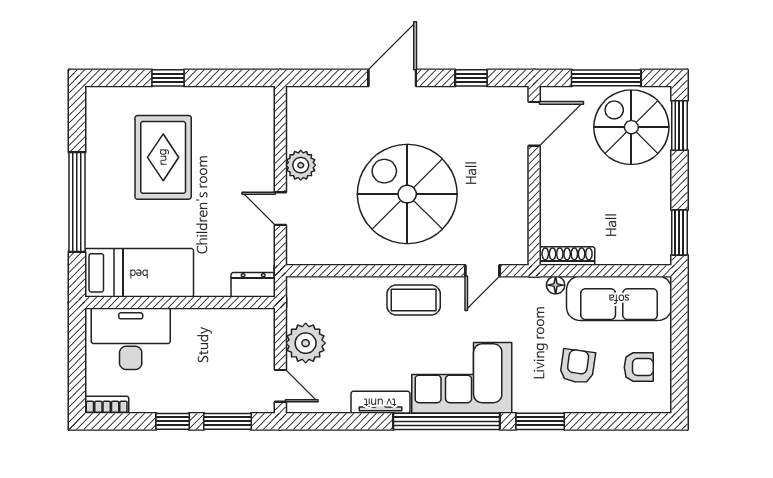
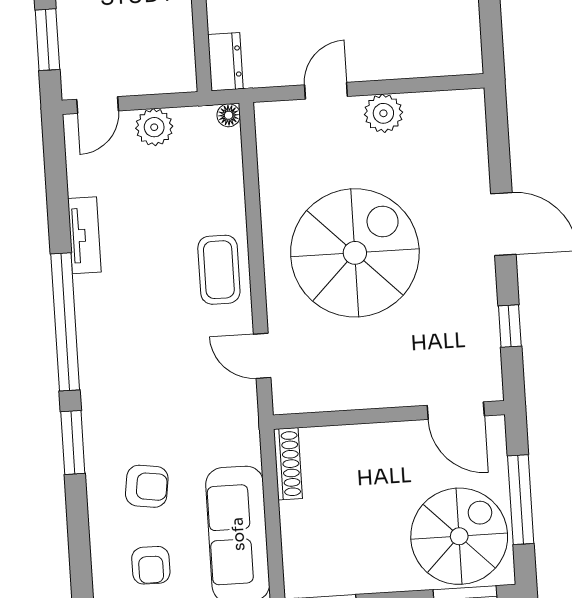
floor lamp: (556, 285) -> (229, 115), moved
plant: (306, 343) -> (154, 127), width x0.73, depth x0.73
corner sofa: (462, 378) -> (122, 338), removed

